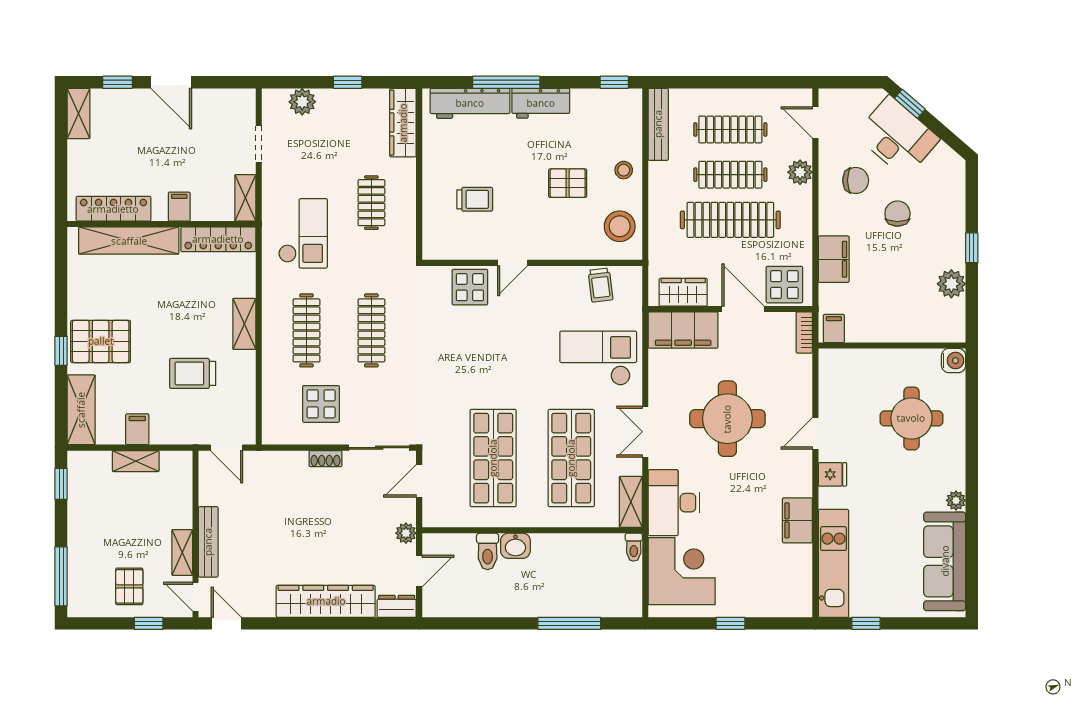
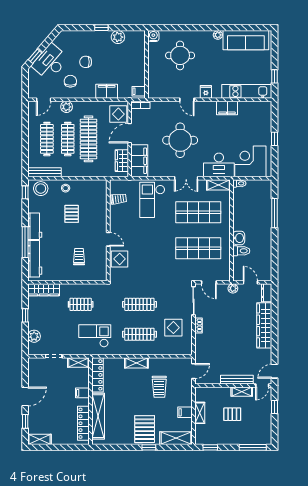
stool: (620, 226) -> (41, 189), moved
pallet: (129, 586) -> (232, 414), moved

